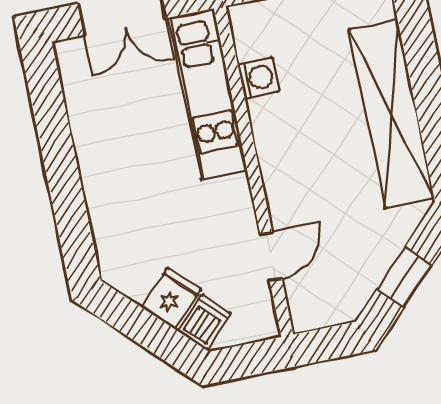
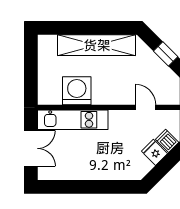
washing machine: (258, 78) -> (77, 91), width x1.89, depth x1.89

